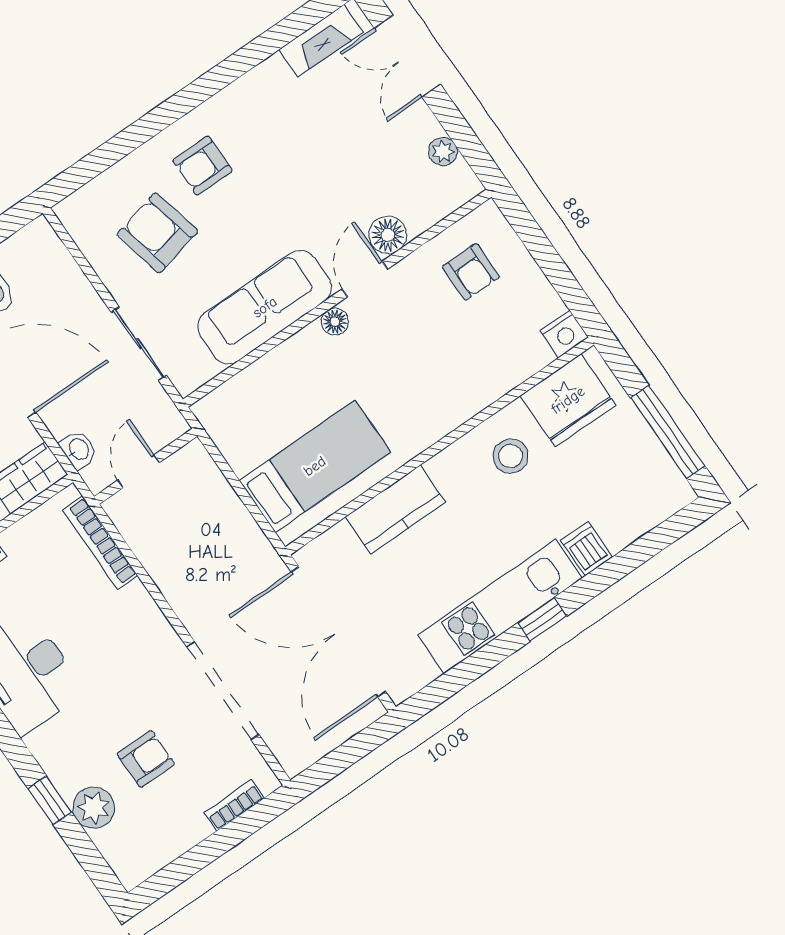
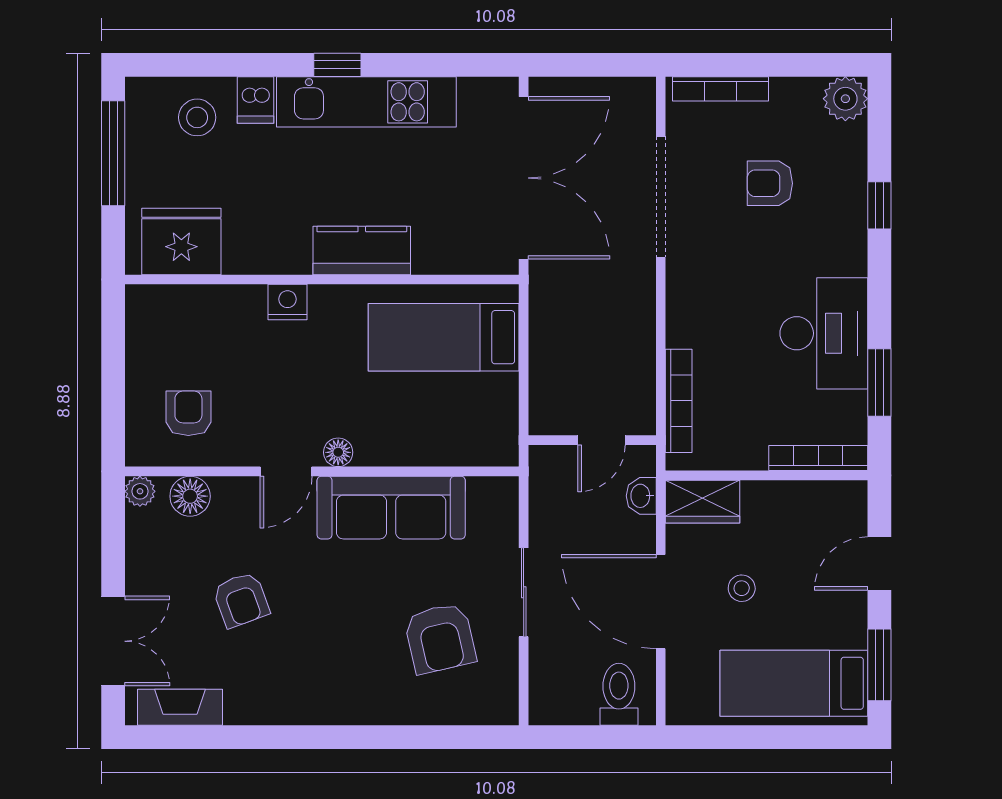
plant: (443, 152) -> (140, 491), moved
armchair: (203, 166) -> (241, 600), moved, turned 70
floor lamp: (388, 235) -> (190, 496), moved
nightstand: (564, 334) -> (288, 302), moved
sliding door: (139, 344) -> (524, 592), moved
stool: (511, 456) -> (197, 117), moved
kitchen counter: (395, 510) -> (362, 250), moved
bookcase: (234, 805) -> (720, 89), width x1.56
plant: (94, 808) -> (845, 99), moved

